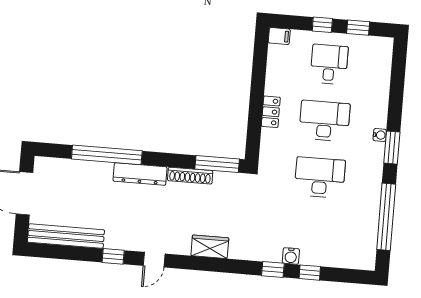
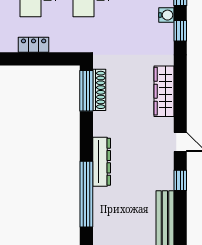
shoe rack: (190, 176) -> (99, 90), moved
wardrobe: (210, 247) -> (164, 91), width x1.50

